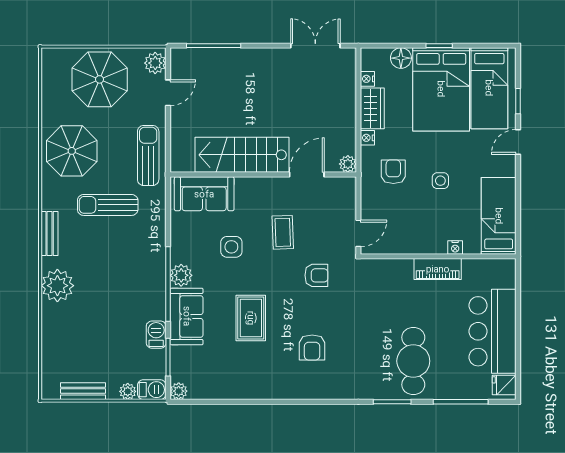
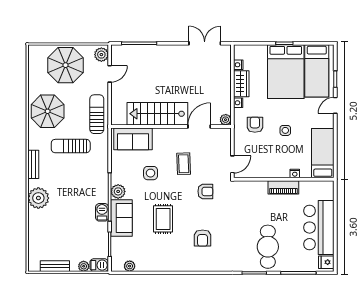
floor lamp: (401, 58) -> (260, 51), removed
barbecue: (156, 335) -> (102, 212), moved
plant: (179, 391) -> (130, 266), moved

